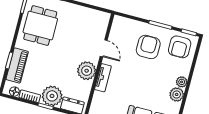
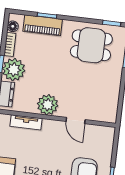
door: (104, 48) -> (76, 120), hinge flipped
tv unit: (103, 78) -> (26, 122), moved

